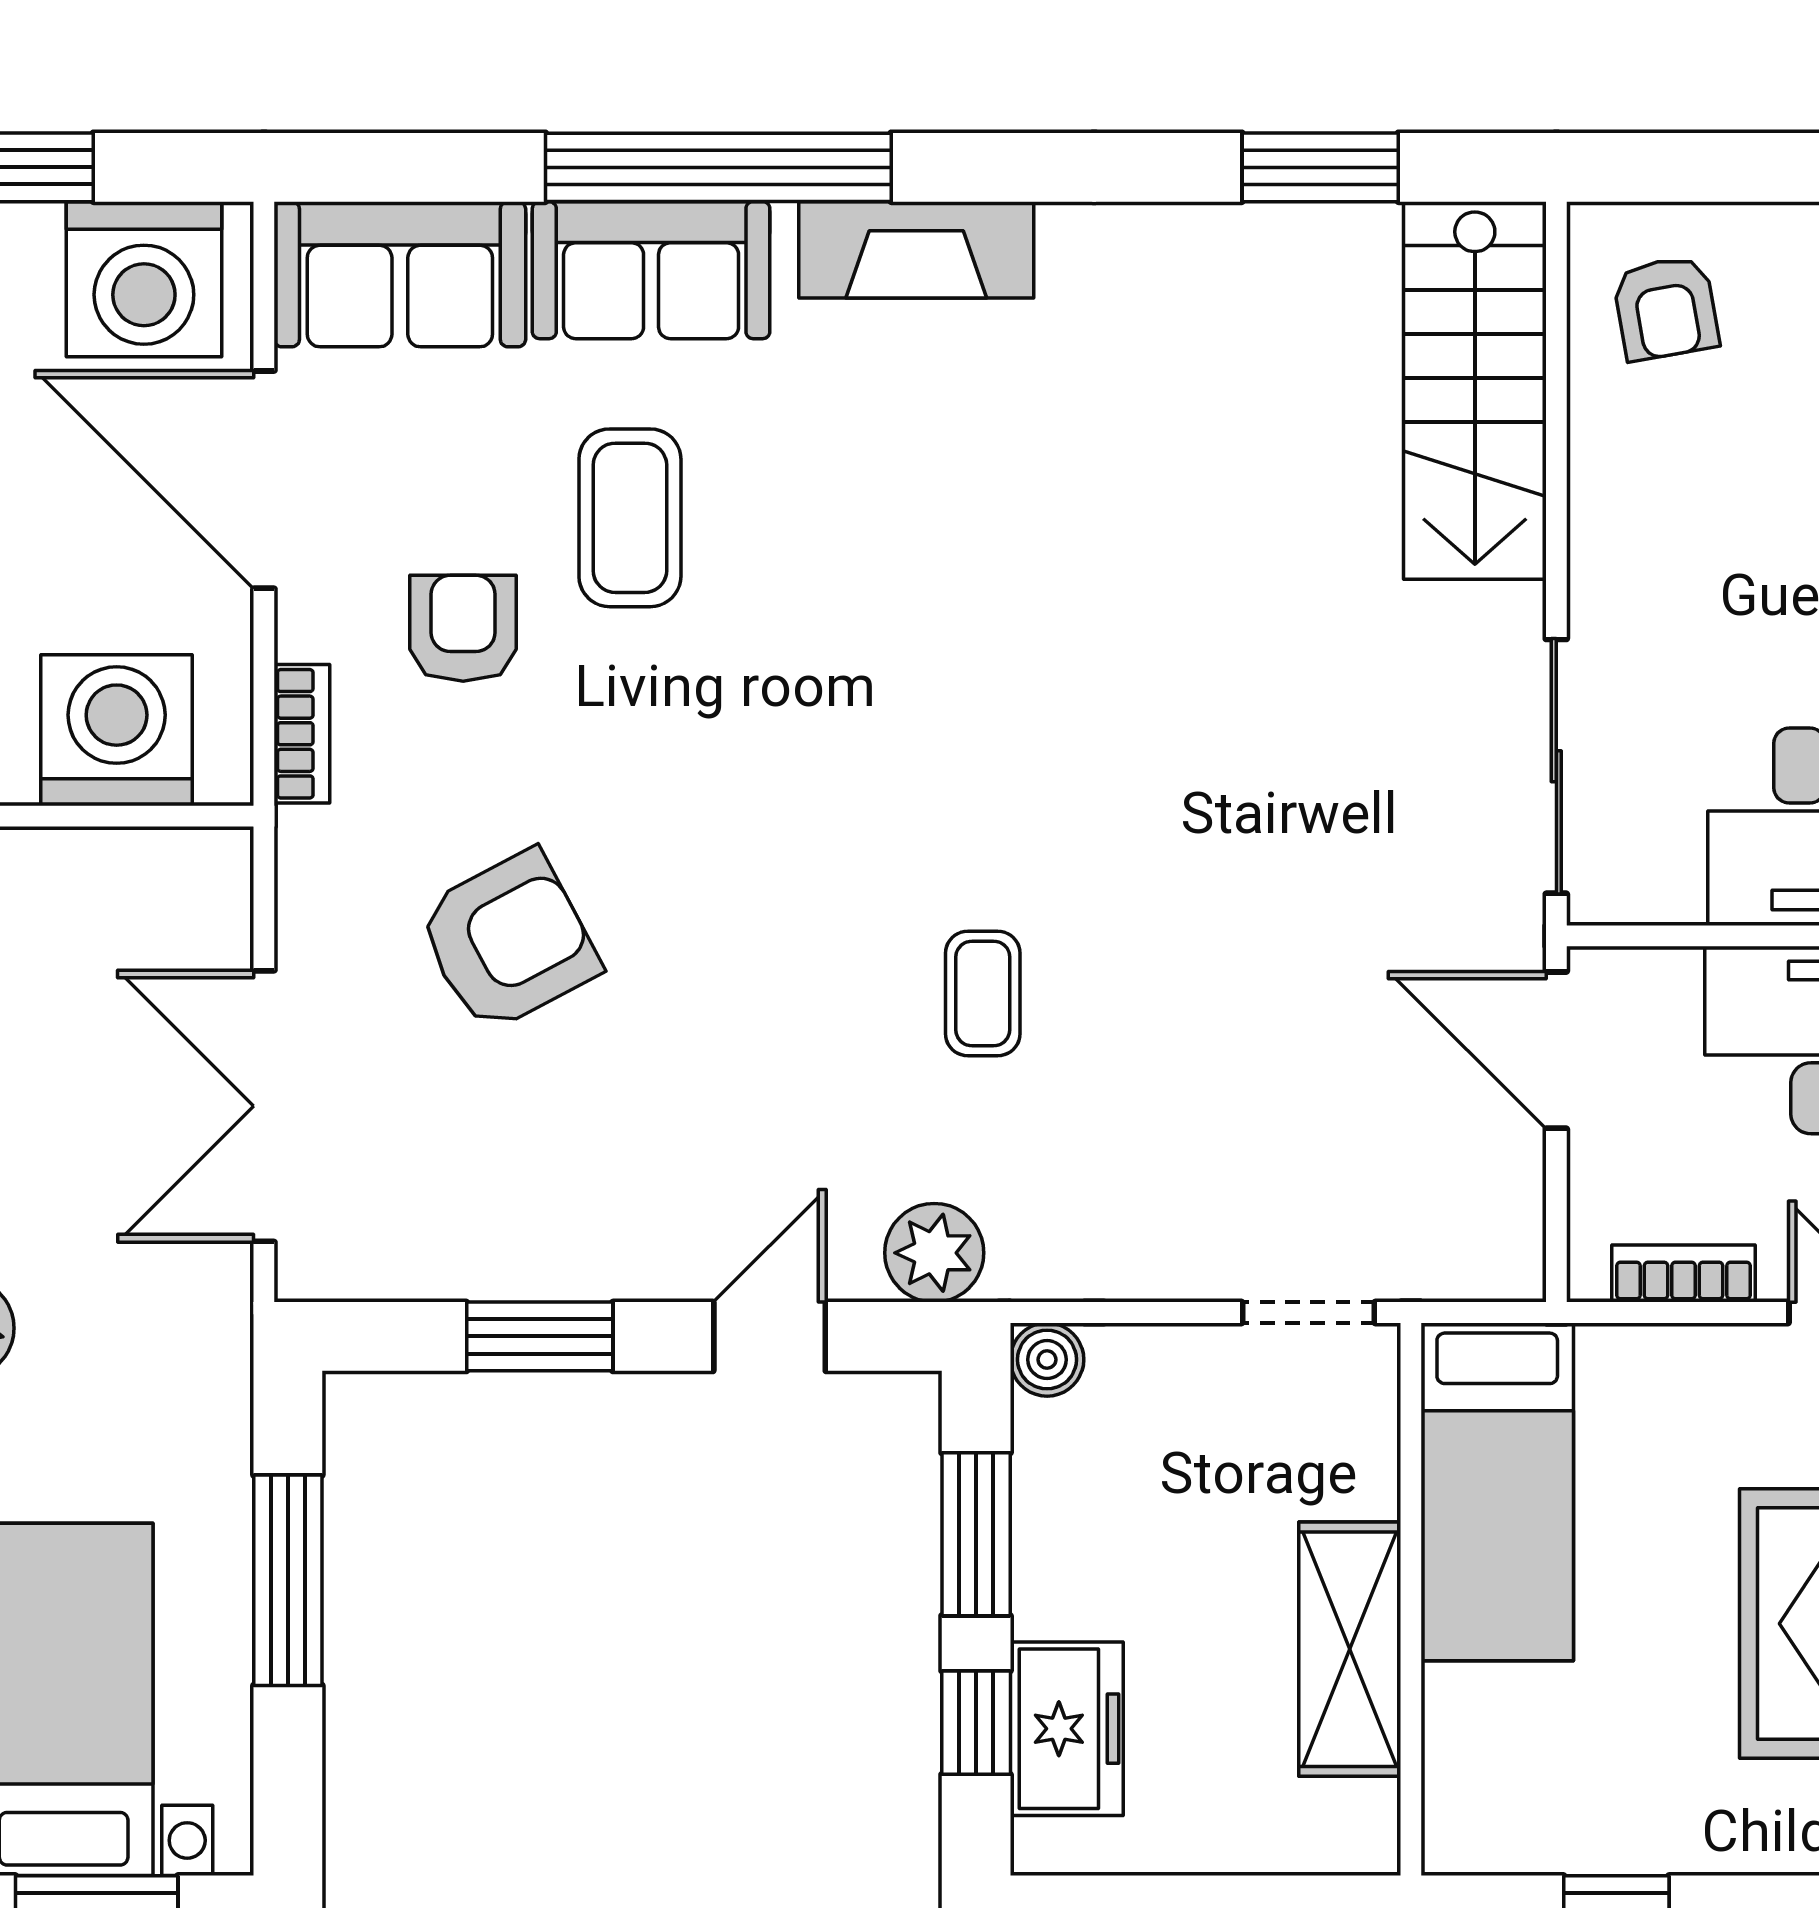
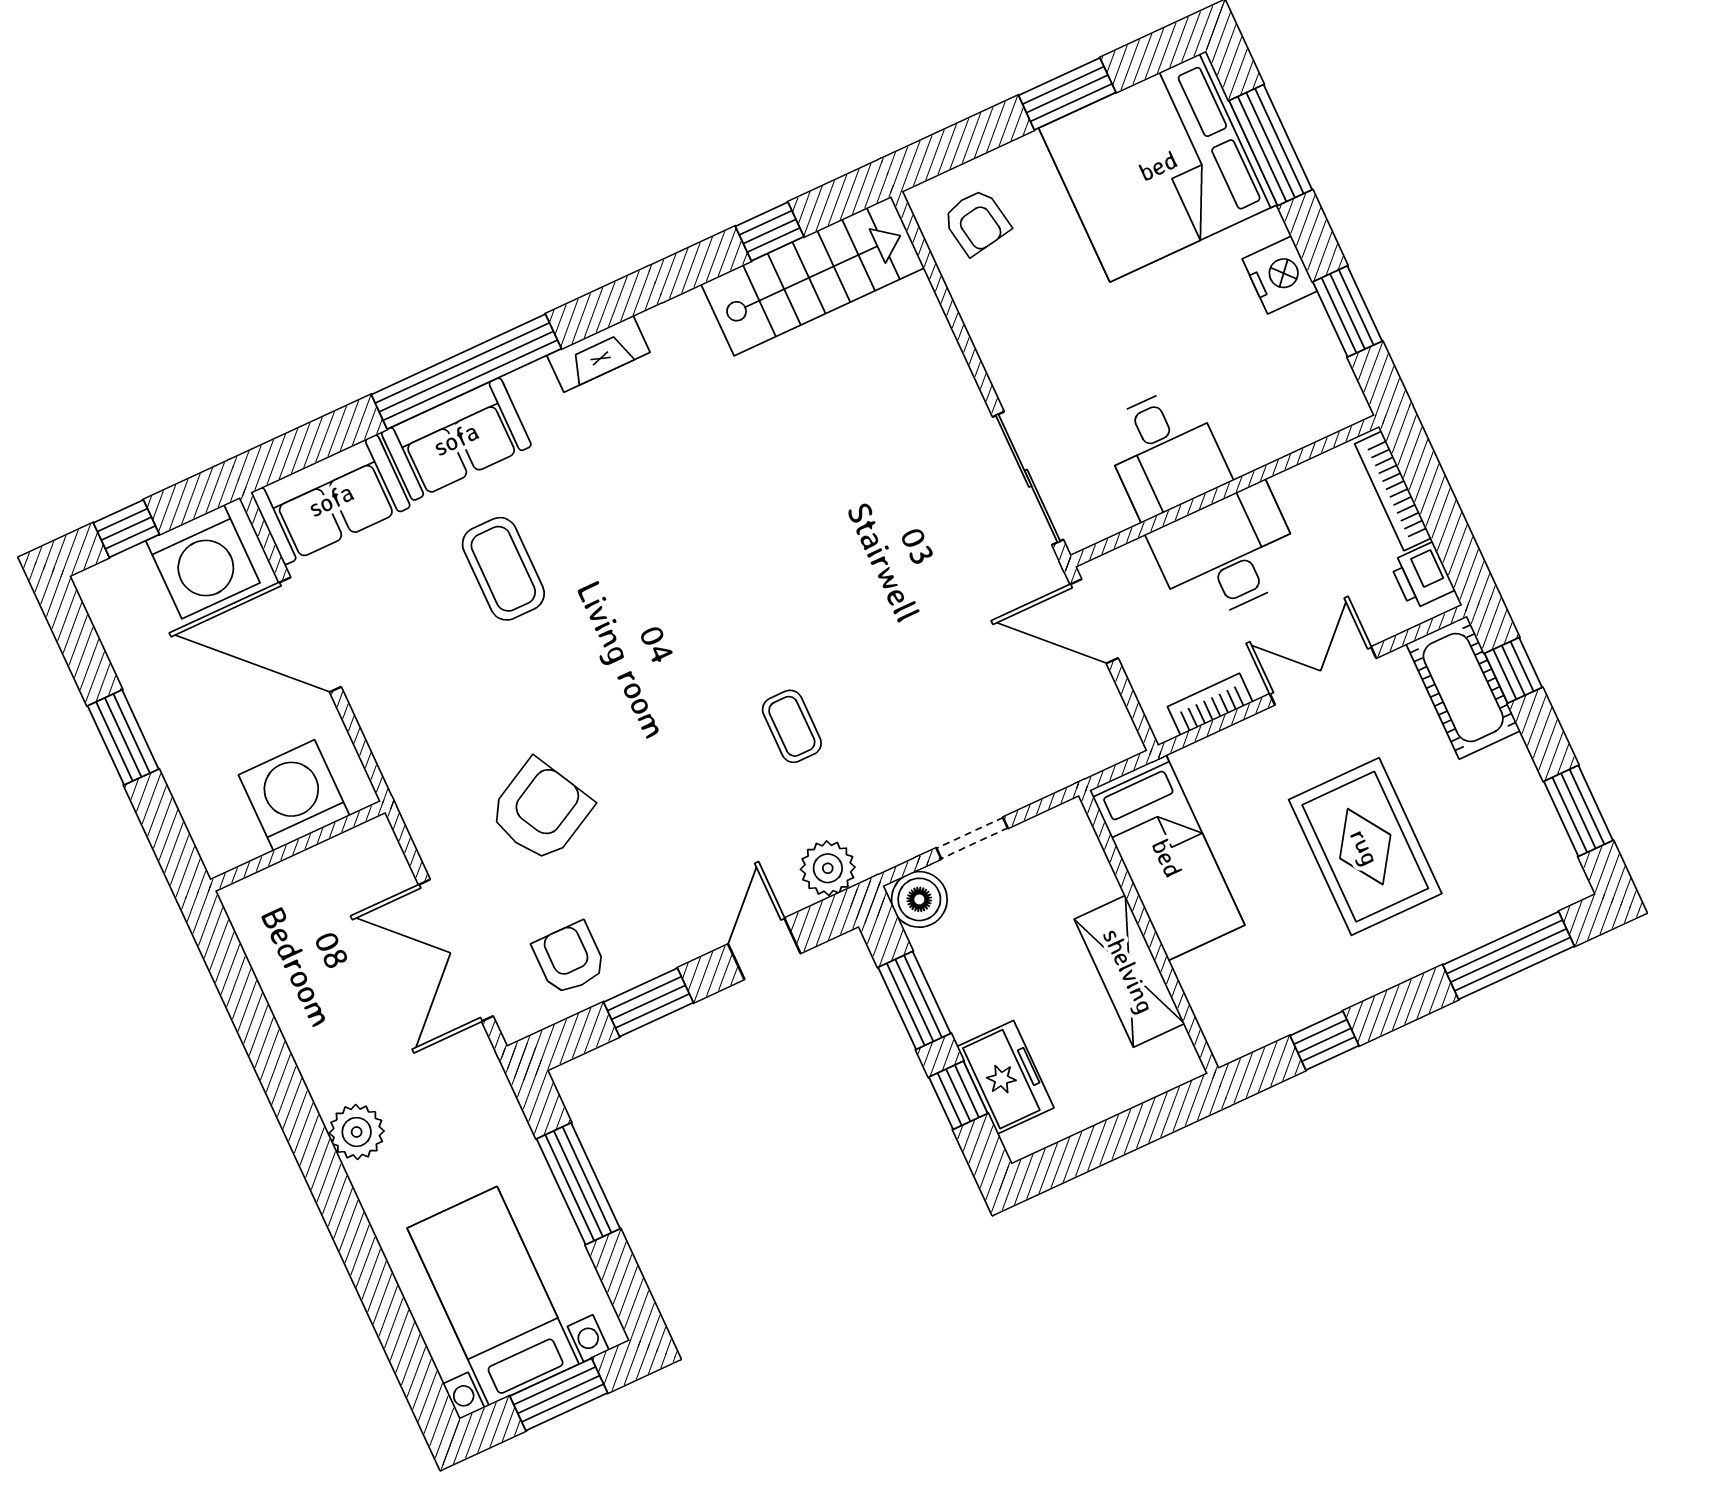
window: (1320, 167) -> (770, 231), width x0.67
fireplace: (916, 250) -> (598, 354), width x0.73, depth x0.76
stairs: (1475, 390) -> (813, 276), moved, turned -90
armchair: (463, 628) -> (569, 958), moved
bookcase: (302, 734) -> (388, 754), removed
doorway: (1308, 1313) -> (972, 838), moved
boiler: (1047, 1360) -> (919, 899), width x1.36, depth x1.36

